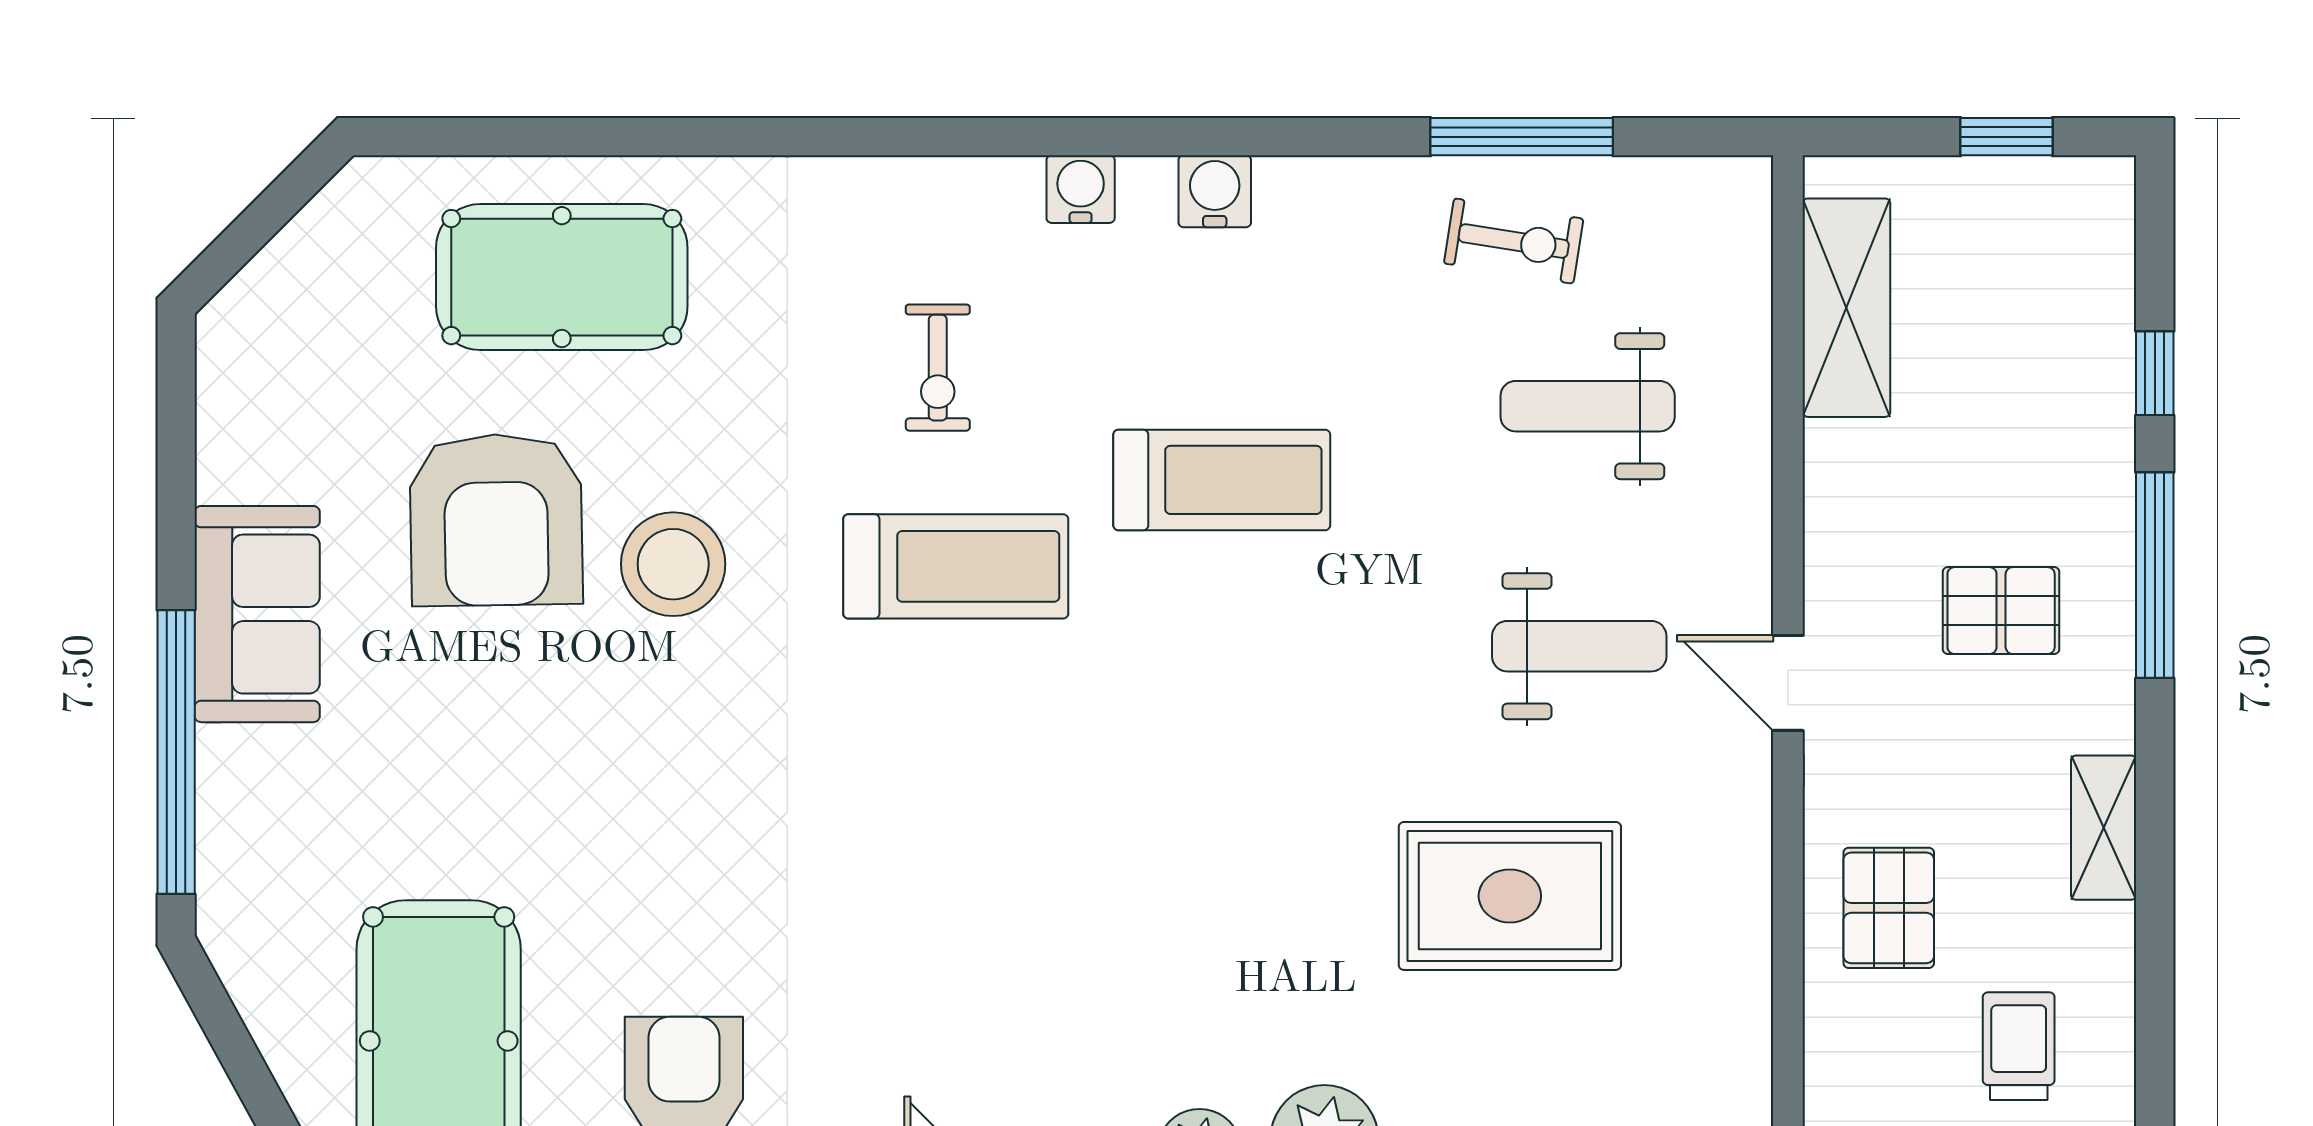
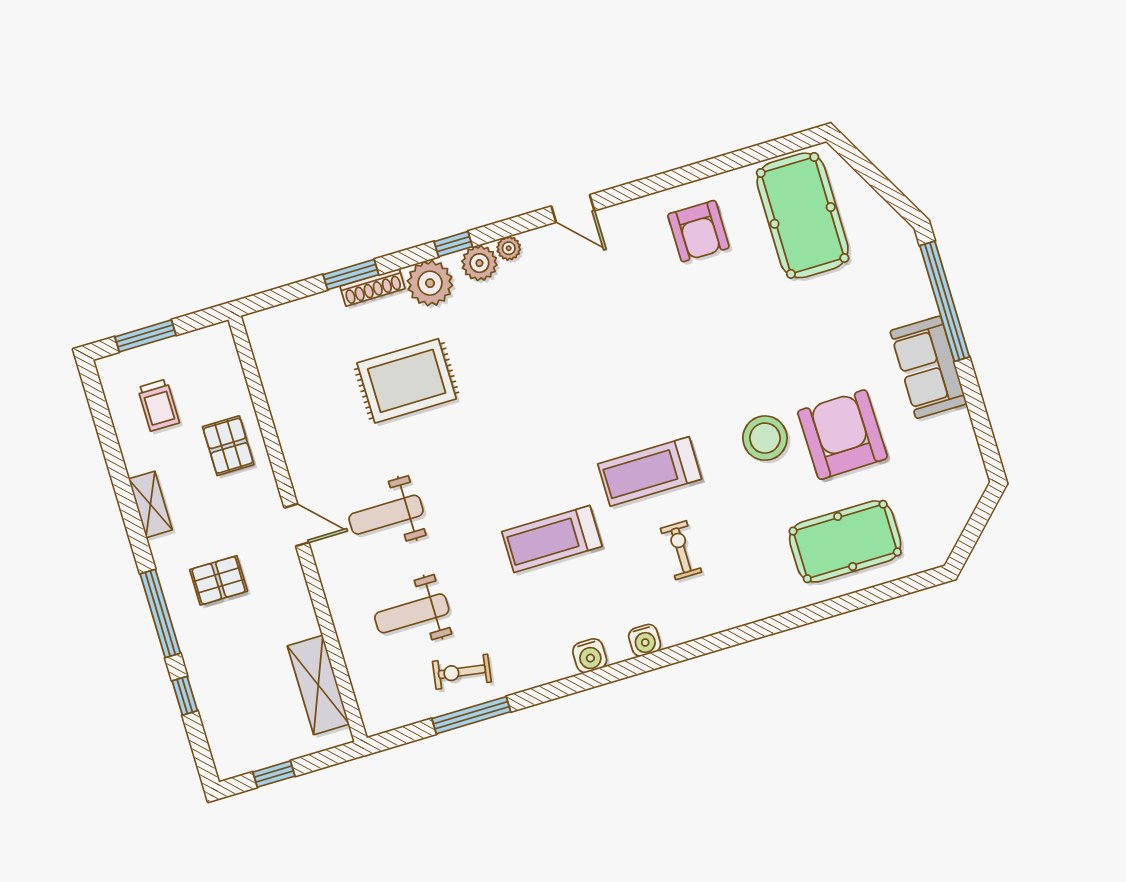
weight bench: (1588, 406) -> (412, 613), turned 180
rug: (1510, 896) -> (407, 381), moved

